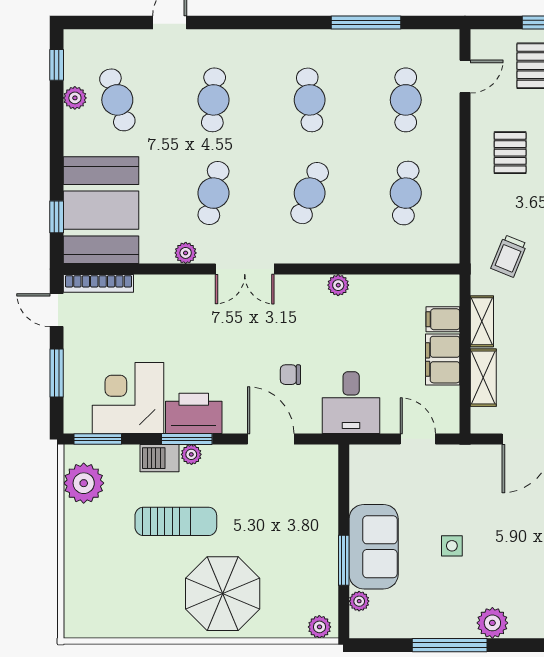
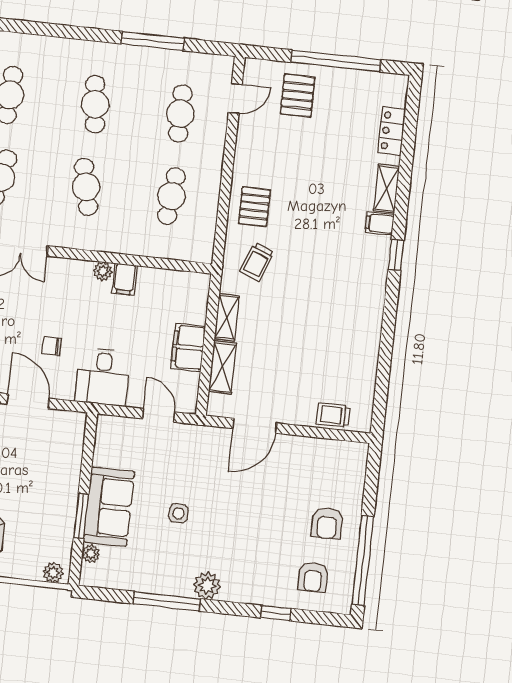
pallet: (510, 153) -> (254, 207), moved
cafe table: (310, 193) -> (86, 187), turned -33
filing cabinet: (443, 319) -> (125, 279), moved, turned -90

